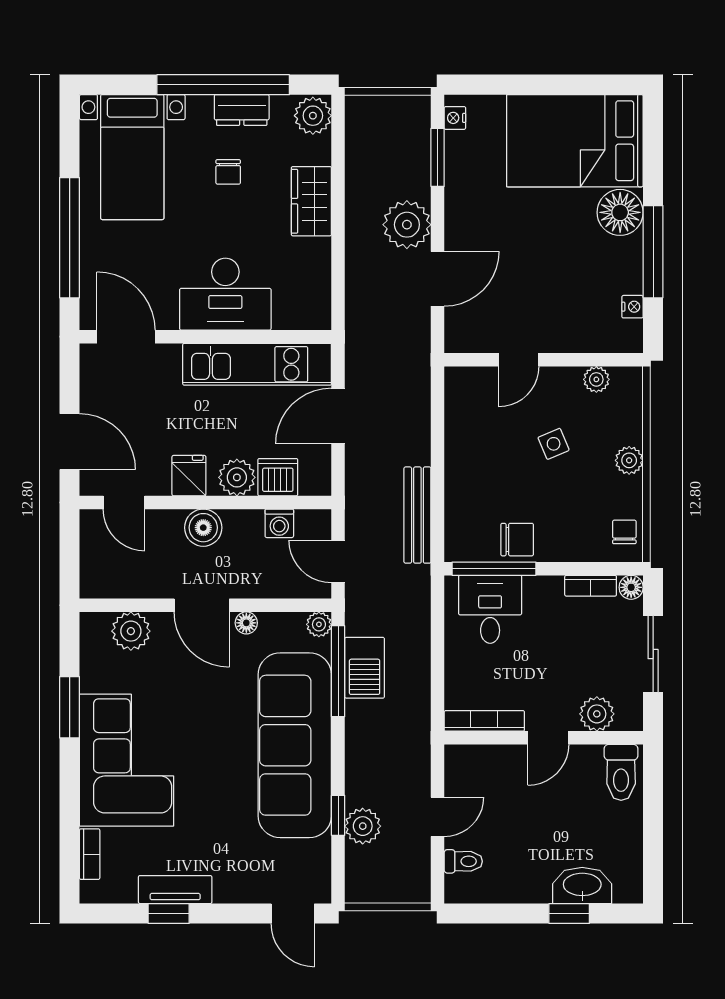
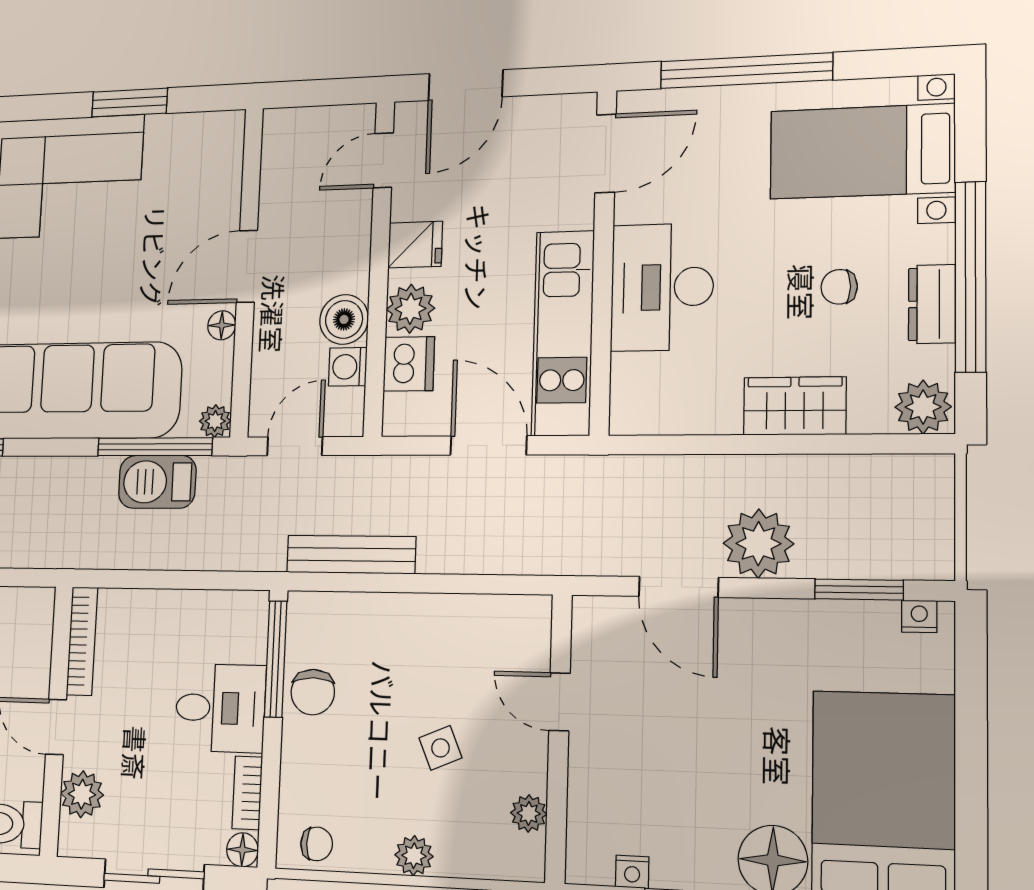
boiler: (203, 528) -> (344, 319), moved
desk: (490, 609) -> (220, 708), moved
plant: (131, 631) -> (219, 176), removed

